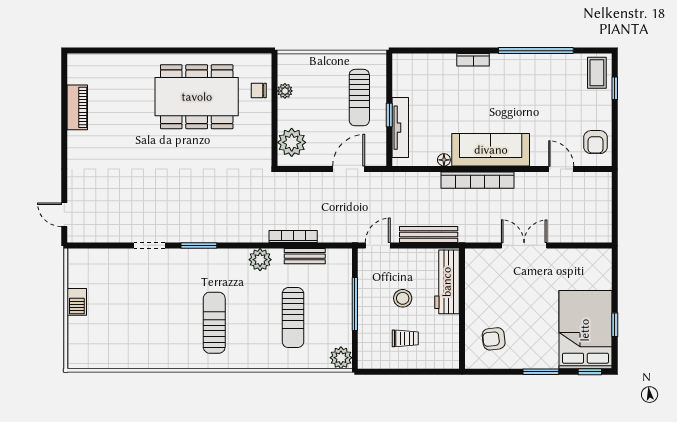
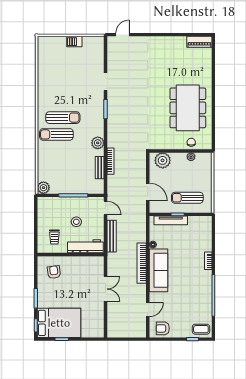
piano: (77, 107) -> (199, 42), moved
sun lounger: (293, 318) -> (56, 134), moved
trolley: (405, 338) -> (54, 237), moved

